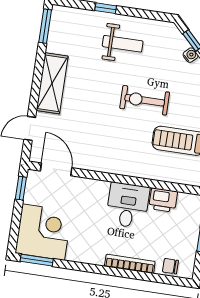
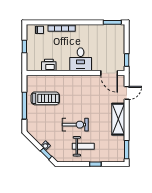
weight bench: (123, 44) -> (83, 146), turned 180
exercise bike: (145, 100) -> (75, 125), moved
desk: (128, 205) -> (81, 59), moved
corner desk: (43, 232) -> (111, 38), removed

